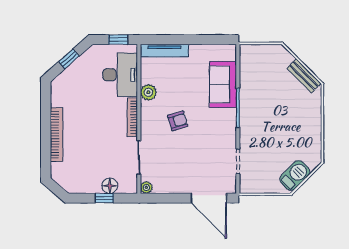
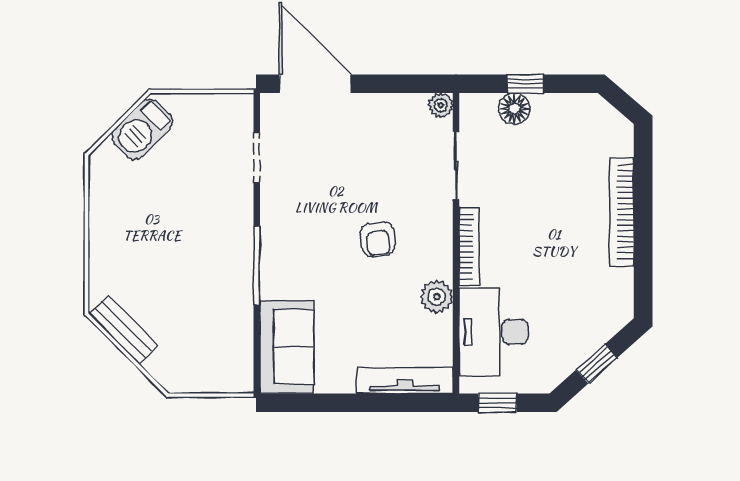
sofa: (223, 84) -> (287, 347), moved
armchair: (178, 121) -> (378, 239), turned -80

